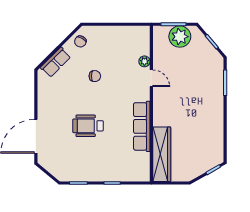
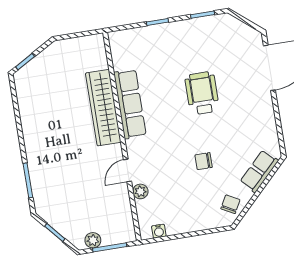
water cooler: (136, 30) -> (159, 231), added
plant: (180, 37) -> (93, 240), width x0.53, depth x0.53
door: (151, 78) -> (128, 170), hinge flipped
wheelchair: (88, 126) -> (202, 93), turned -90
wardrobe: (162, 154) -> (103, 108), moved

